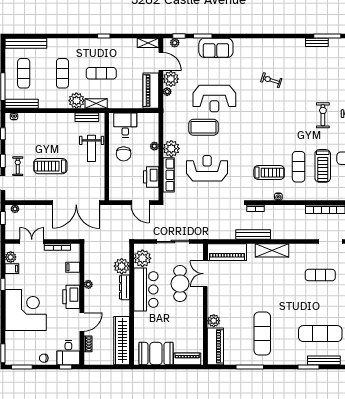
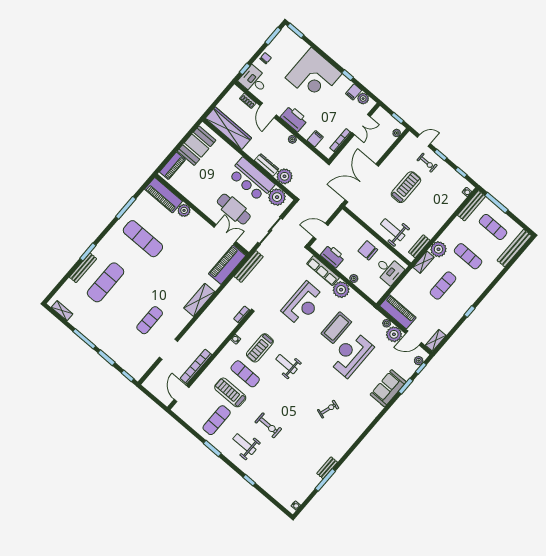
weight bench: (264, 141) -> (286, 364), added
bench: (253, 235) -> (249, 266), moved

